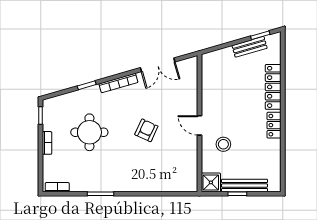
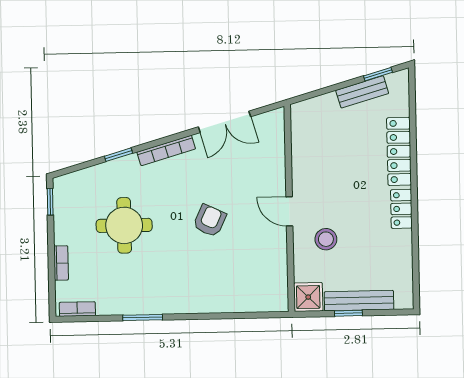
bookcase: (47, 143) -> (61, 263), moved

